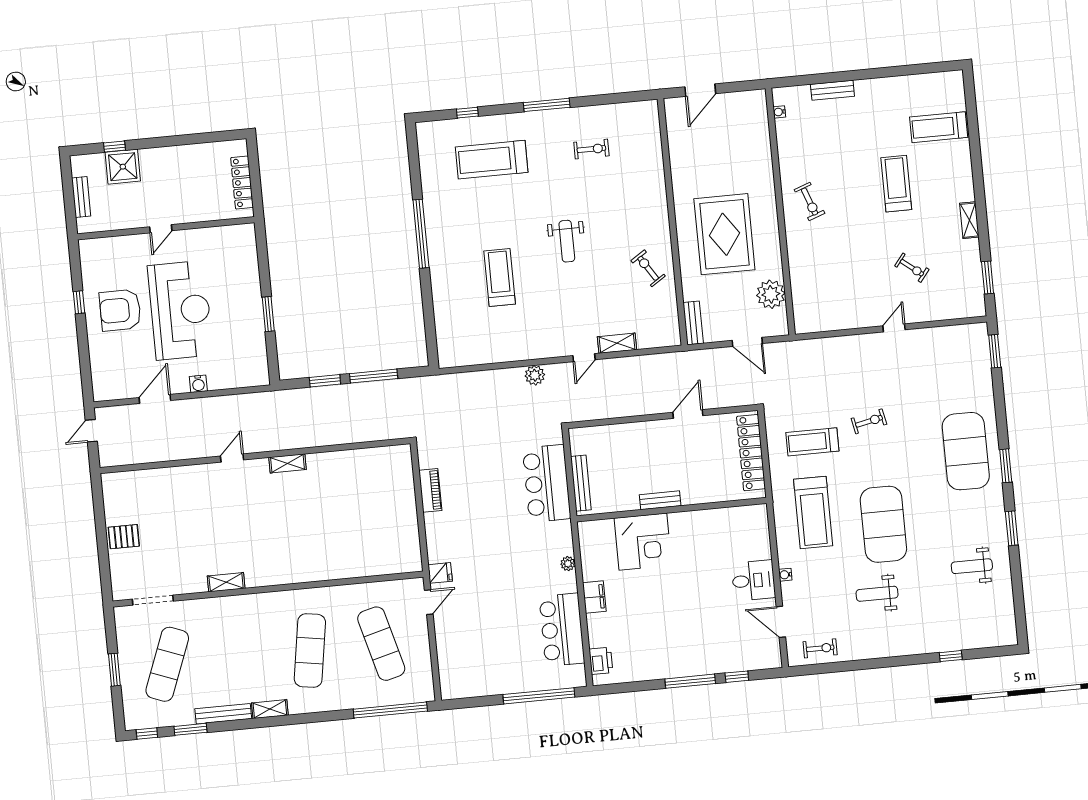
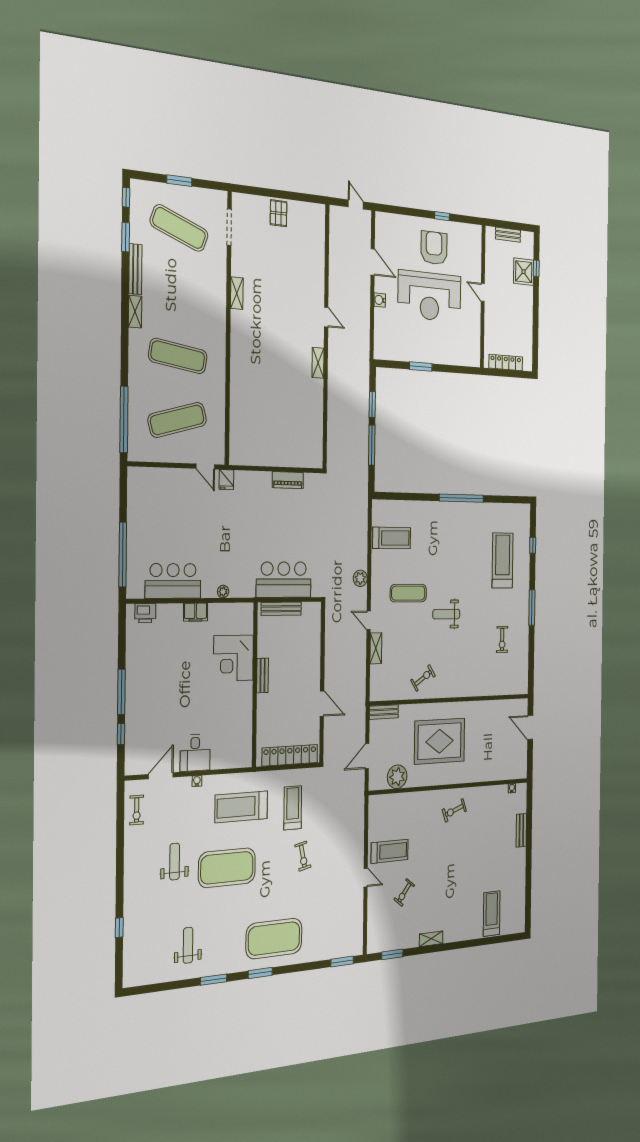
treadmill: (896, 184) -> (390, 851), moved
treadmill: (500, 277) -> (392, 538), moved
exercise mat: (546, 302) -> (408, 593), added

